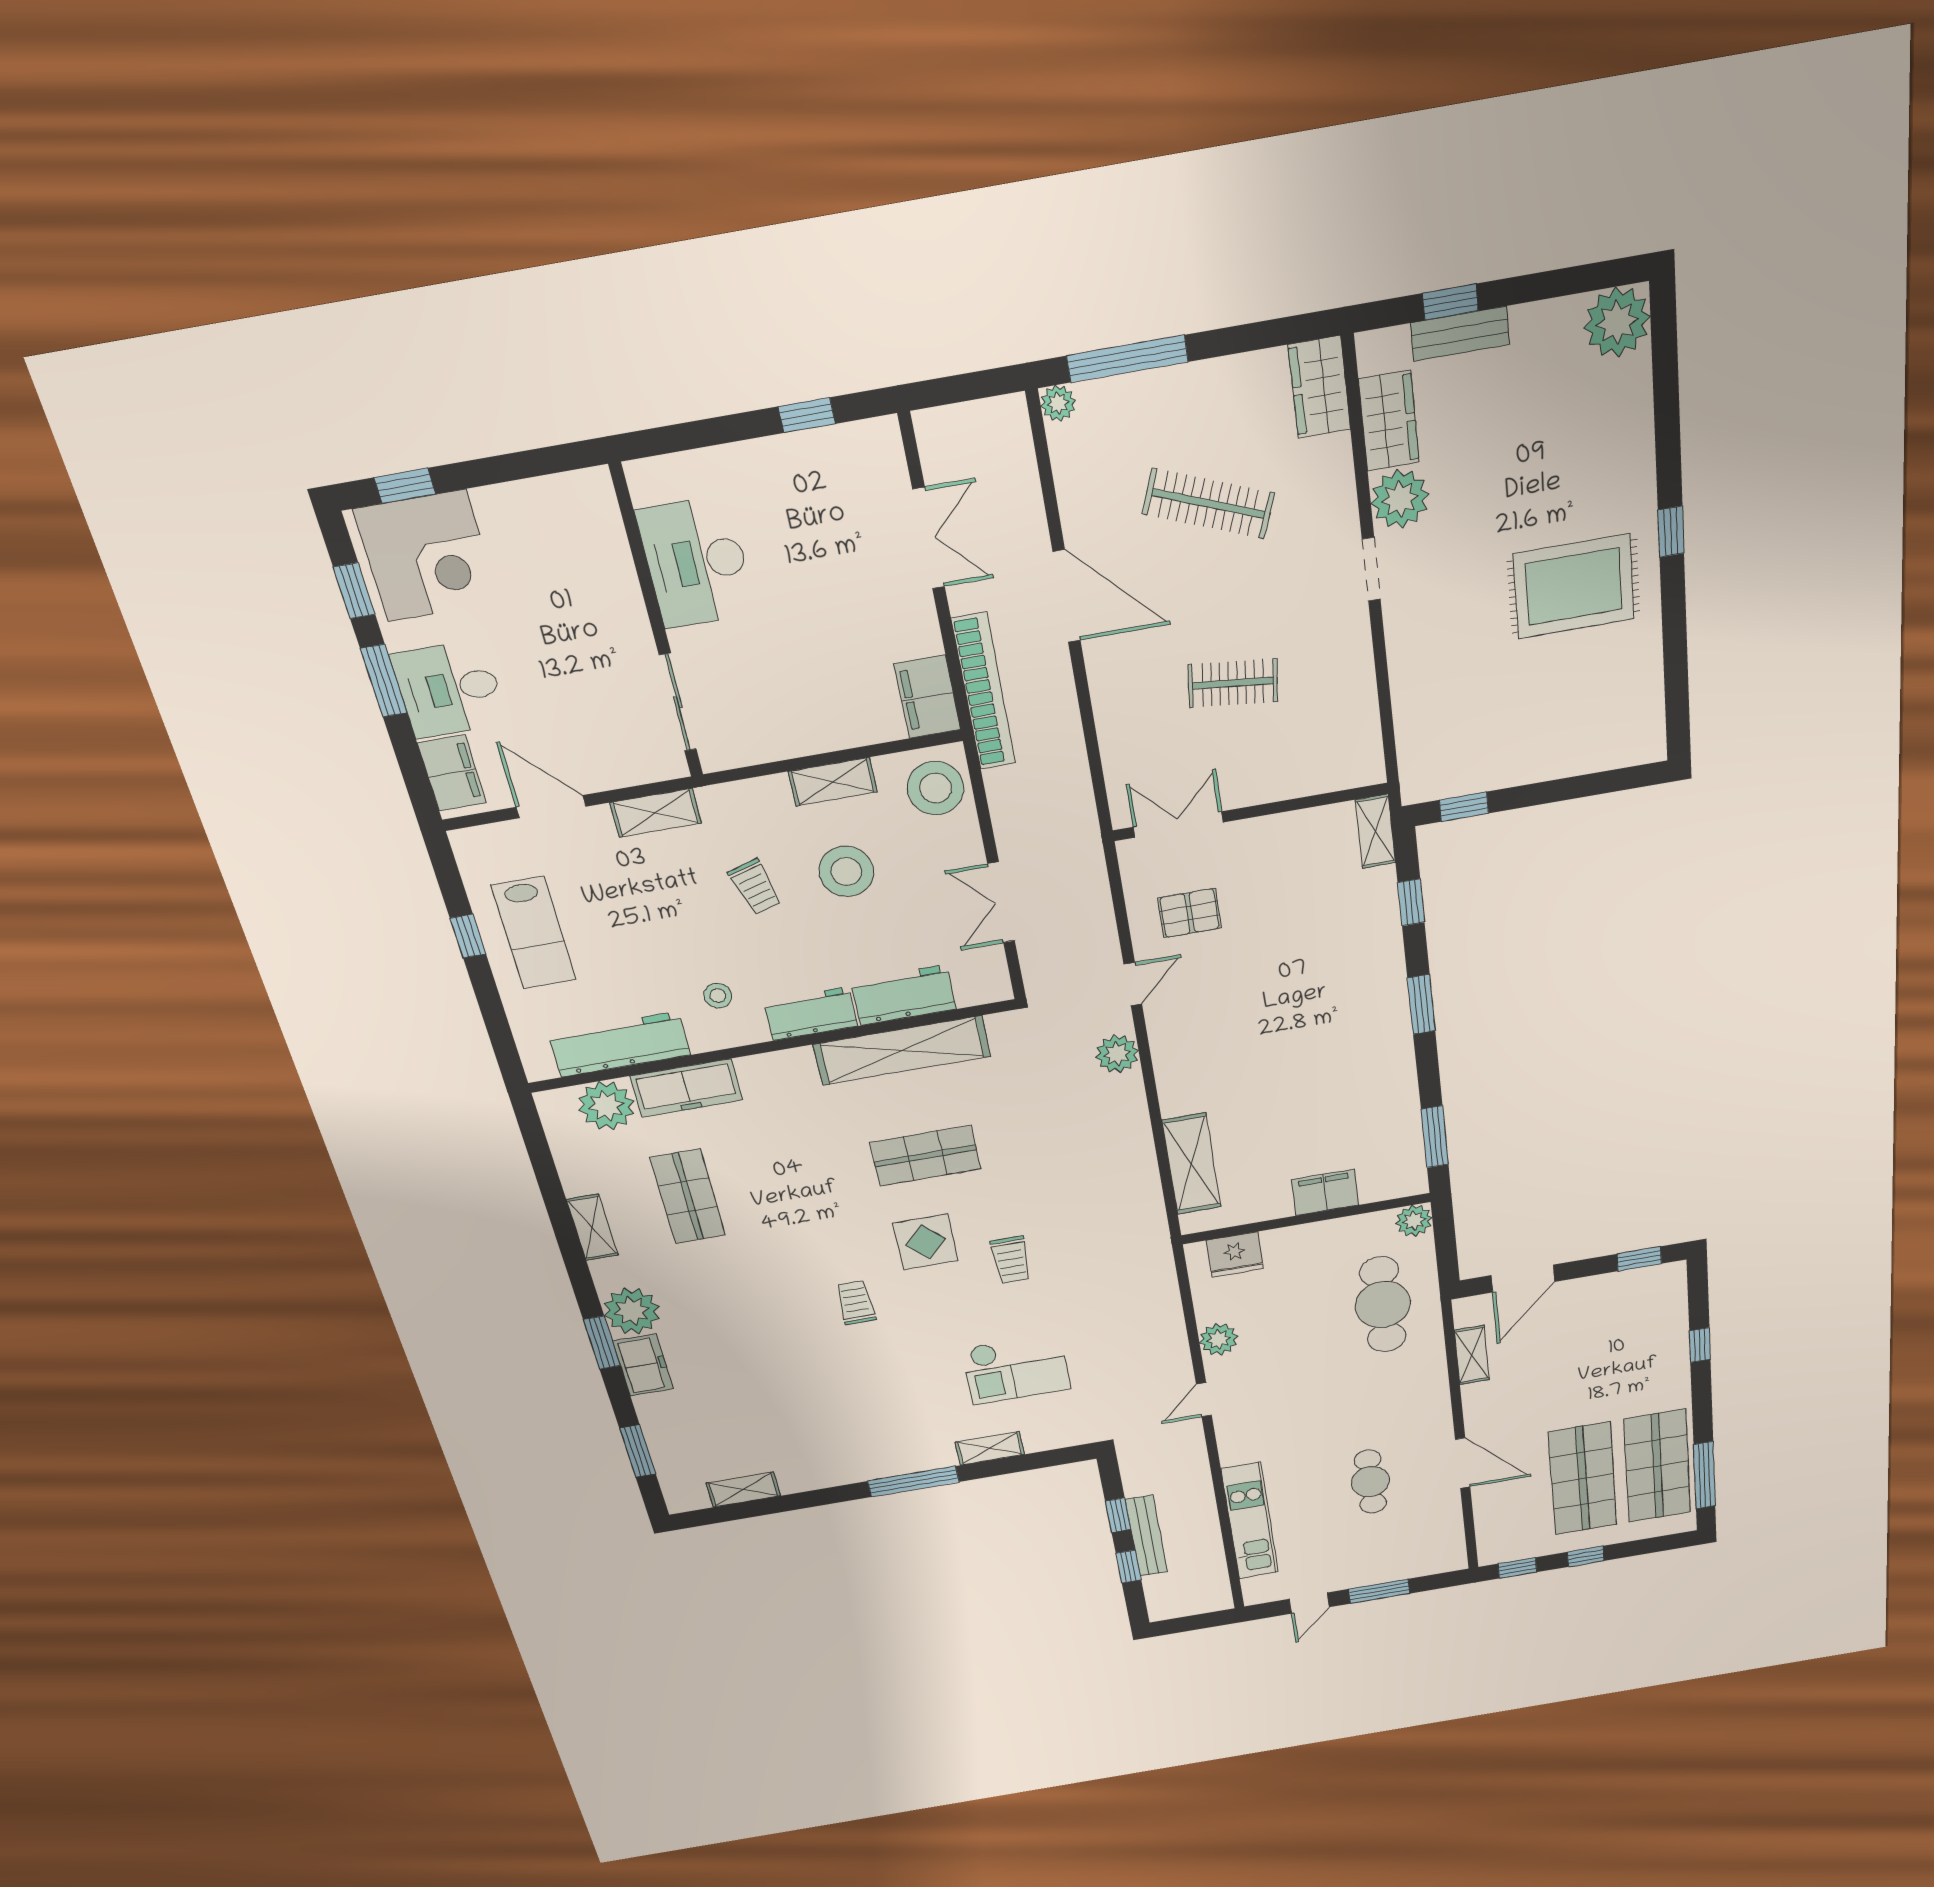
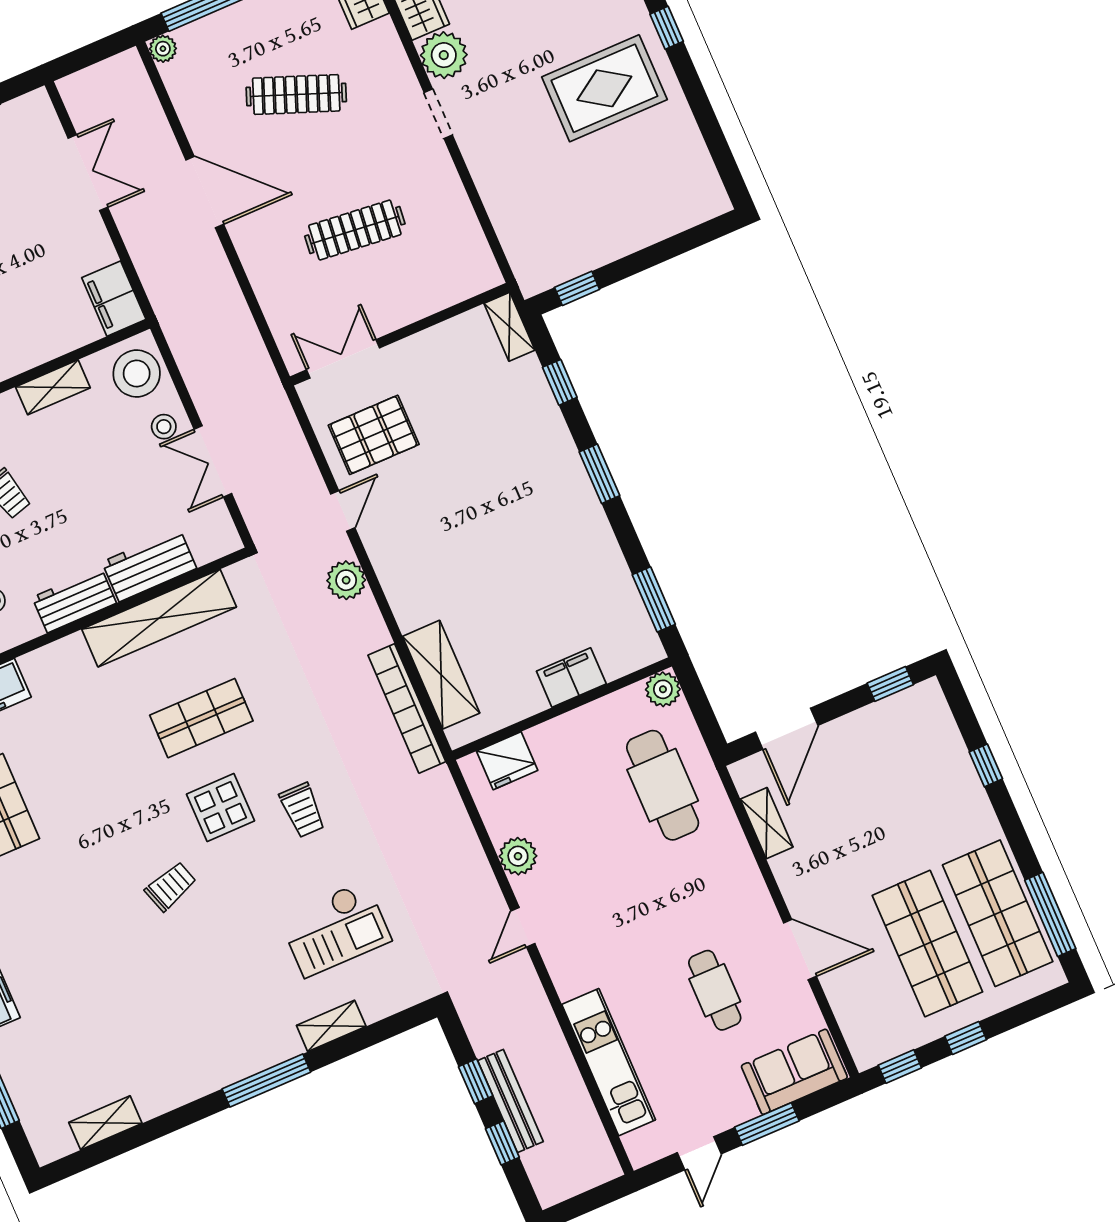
clothes rail: (1233, 683) -> (355, 230), width x1.36
bookcase: (984, 692) -> (407, 708), moved, turned 180
stool: (846, 871) -> (164, 427), moved, width x0.53, depth x0.53
pallet: (1189, 913) -> (374, 435), width x1.50, depth x1.42
trolley: (856, 1303) -> (171, 886), turned 72
sofa: (1420, 1556) -> (794, 1072), added

